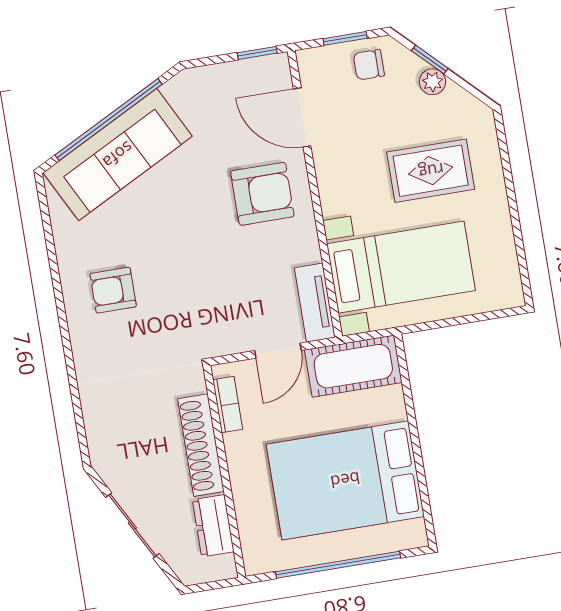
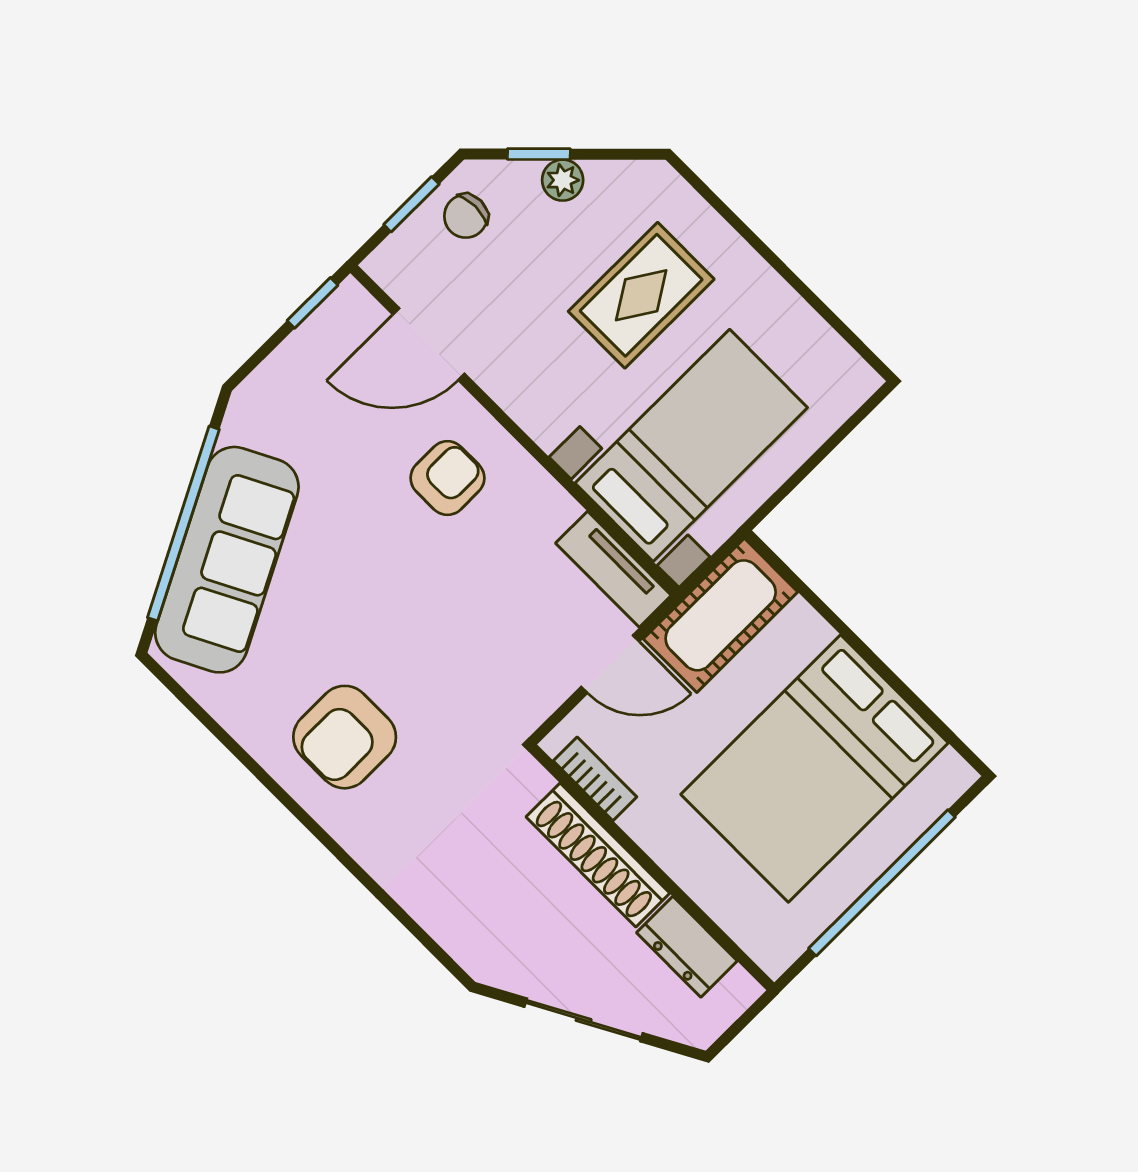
armchair: (262, 194) -> (447, 478), width x0.72, depth x0.72
armchair: (113, 290) -> (345, 737), width x1.38, depth x1.38
door: (278, 351) -> (610, 664), hinge flipped

